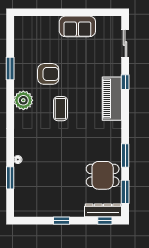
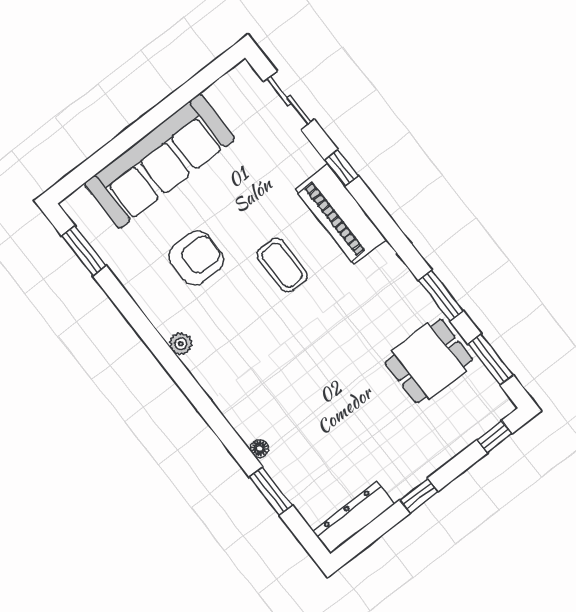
sofa: (77, 26) -> (160, 161), width x1.85, depth x1.27
window: (10, 69) -> (84, 251), moved
plant: (23, 100) -> (181, 344), width x0.53, depth x0.53
coffee table: (60, 109) -> (282, 265), moved
dresser: (103, 210) -> (354, 518), moved

